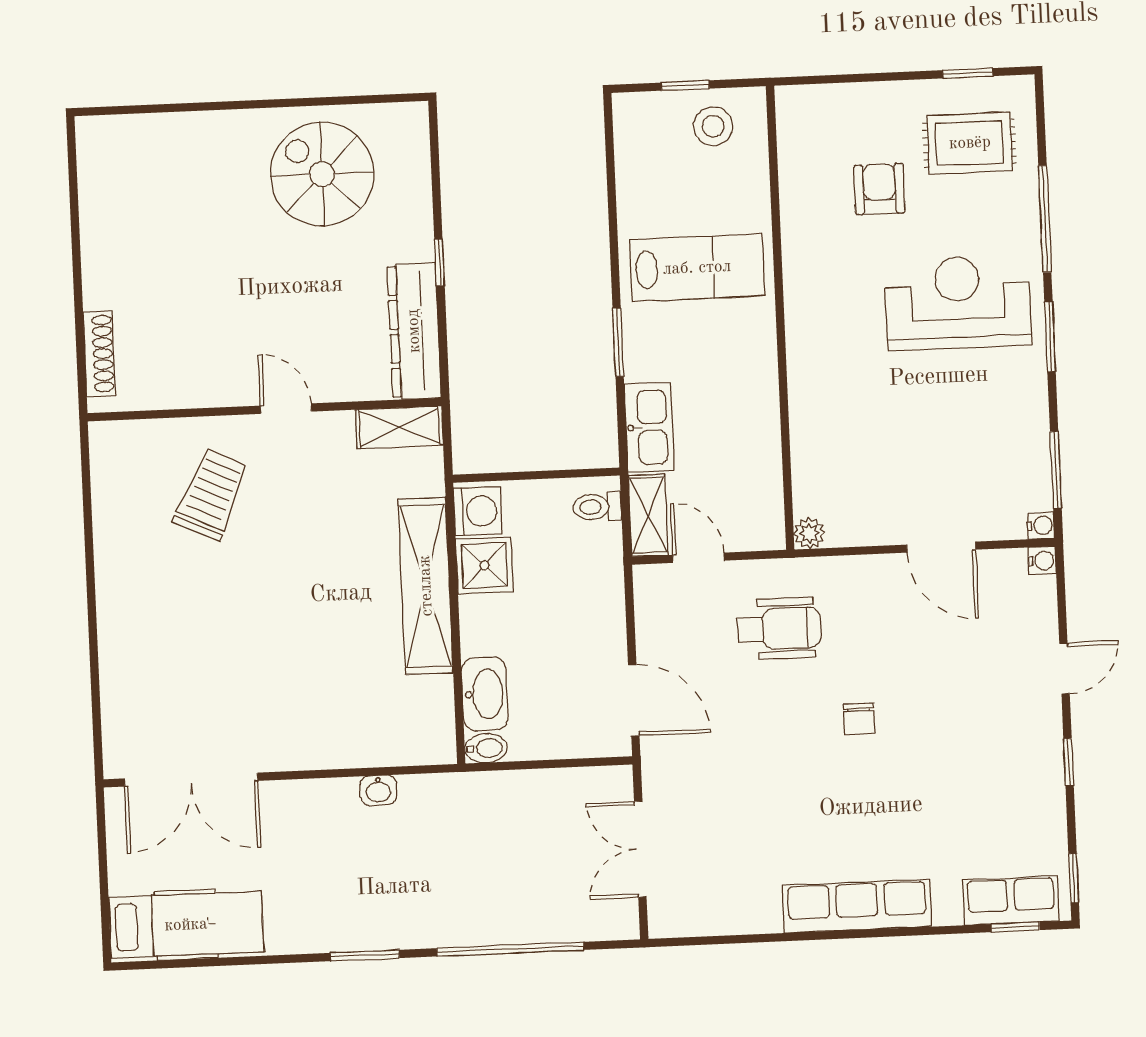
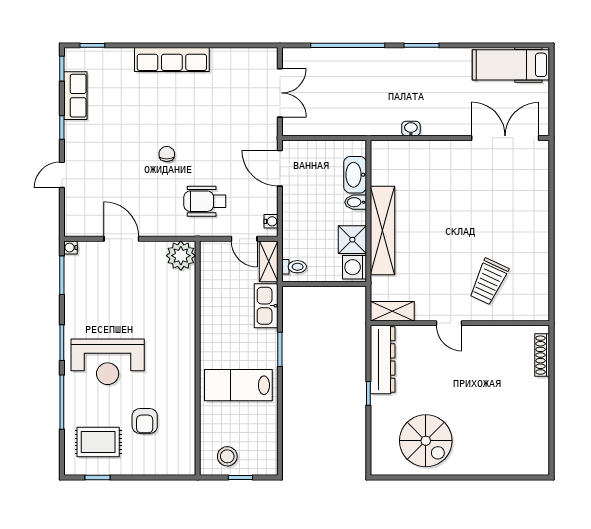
plant: (809, 533) -> (181, 256), width x1.88, depth x1.88
water cooler: (1042, 561) -> (271, 221), moved, turned 180
bidet: (486, 748) -> (356, 202), moved
row of seats: (1011, 901) -> (75, 96), moved, turned -90

